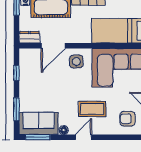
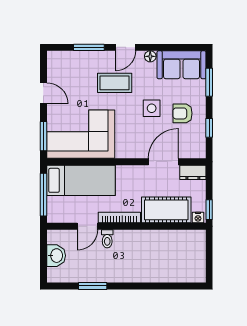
side table: (76, 62) -> (152, 108), moved
armchair: (127, 119) -> (182, 113), moved, turned 180
window: (38, 137) -> (89, 47), moved

